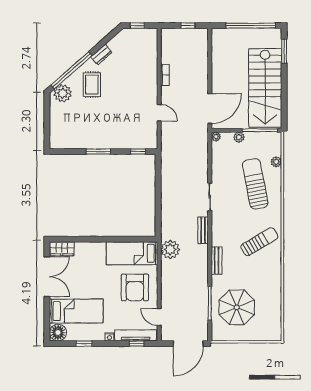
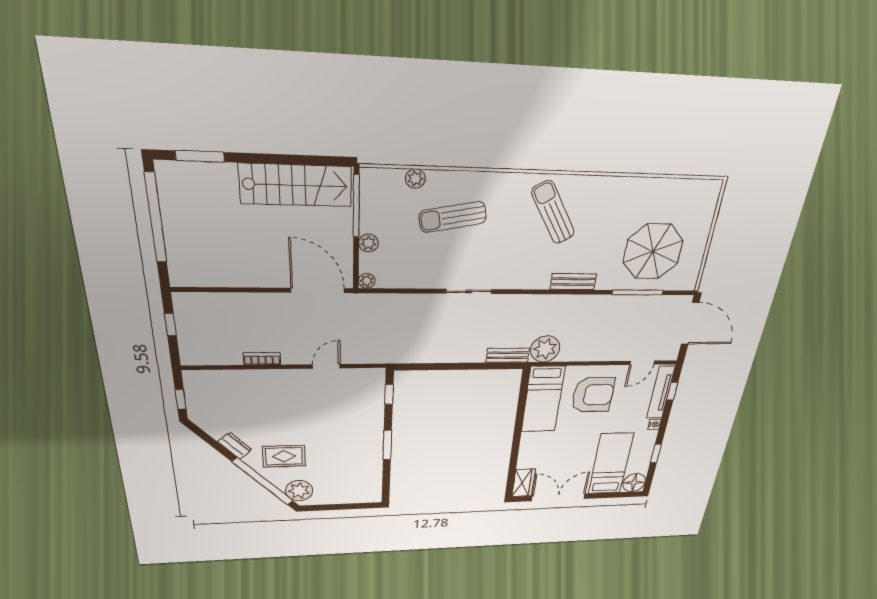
stairs: (265, 88) -> (296, 185), width x0.73, depth x0.66
sun lounger: (255, 184) -> (453, 217), width x0.73, depth x0.75
bench: (203, 230) -> (508, 355), moved

